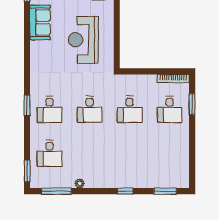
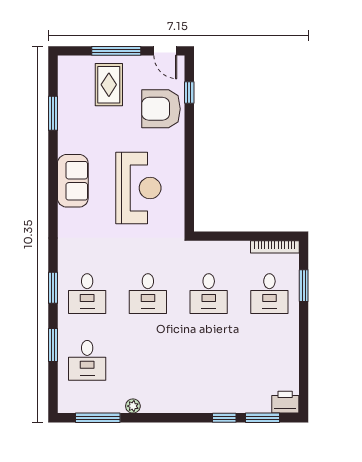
sofa: (40, 22) -> (73, 181), moved
reception desk: (83, 40) -> (138, 188), turned 180
window: (27, 171) -> (53, 345), moved
printer: (180, 181) -> (285, 402), added
window: (125, 191) -> (224, 418), moved

